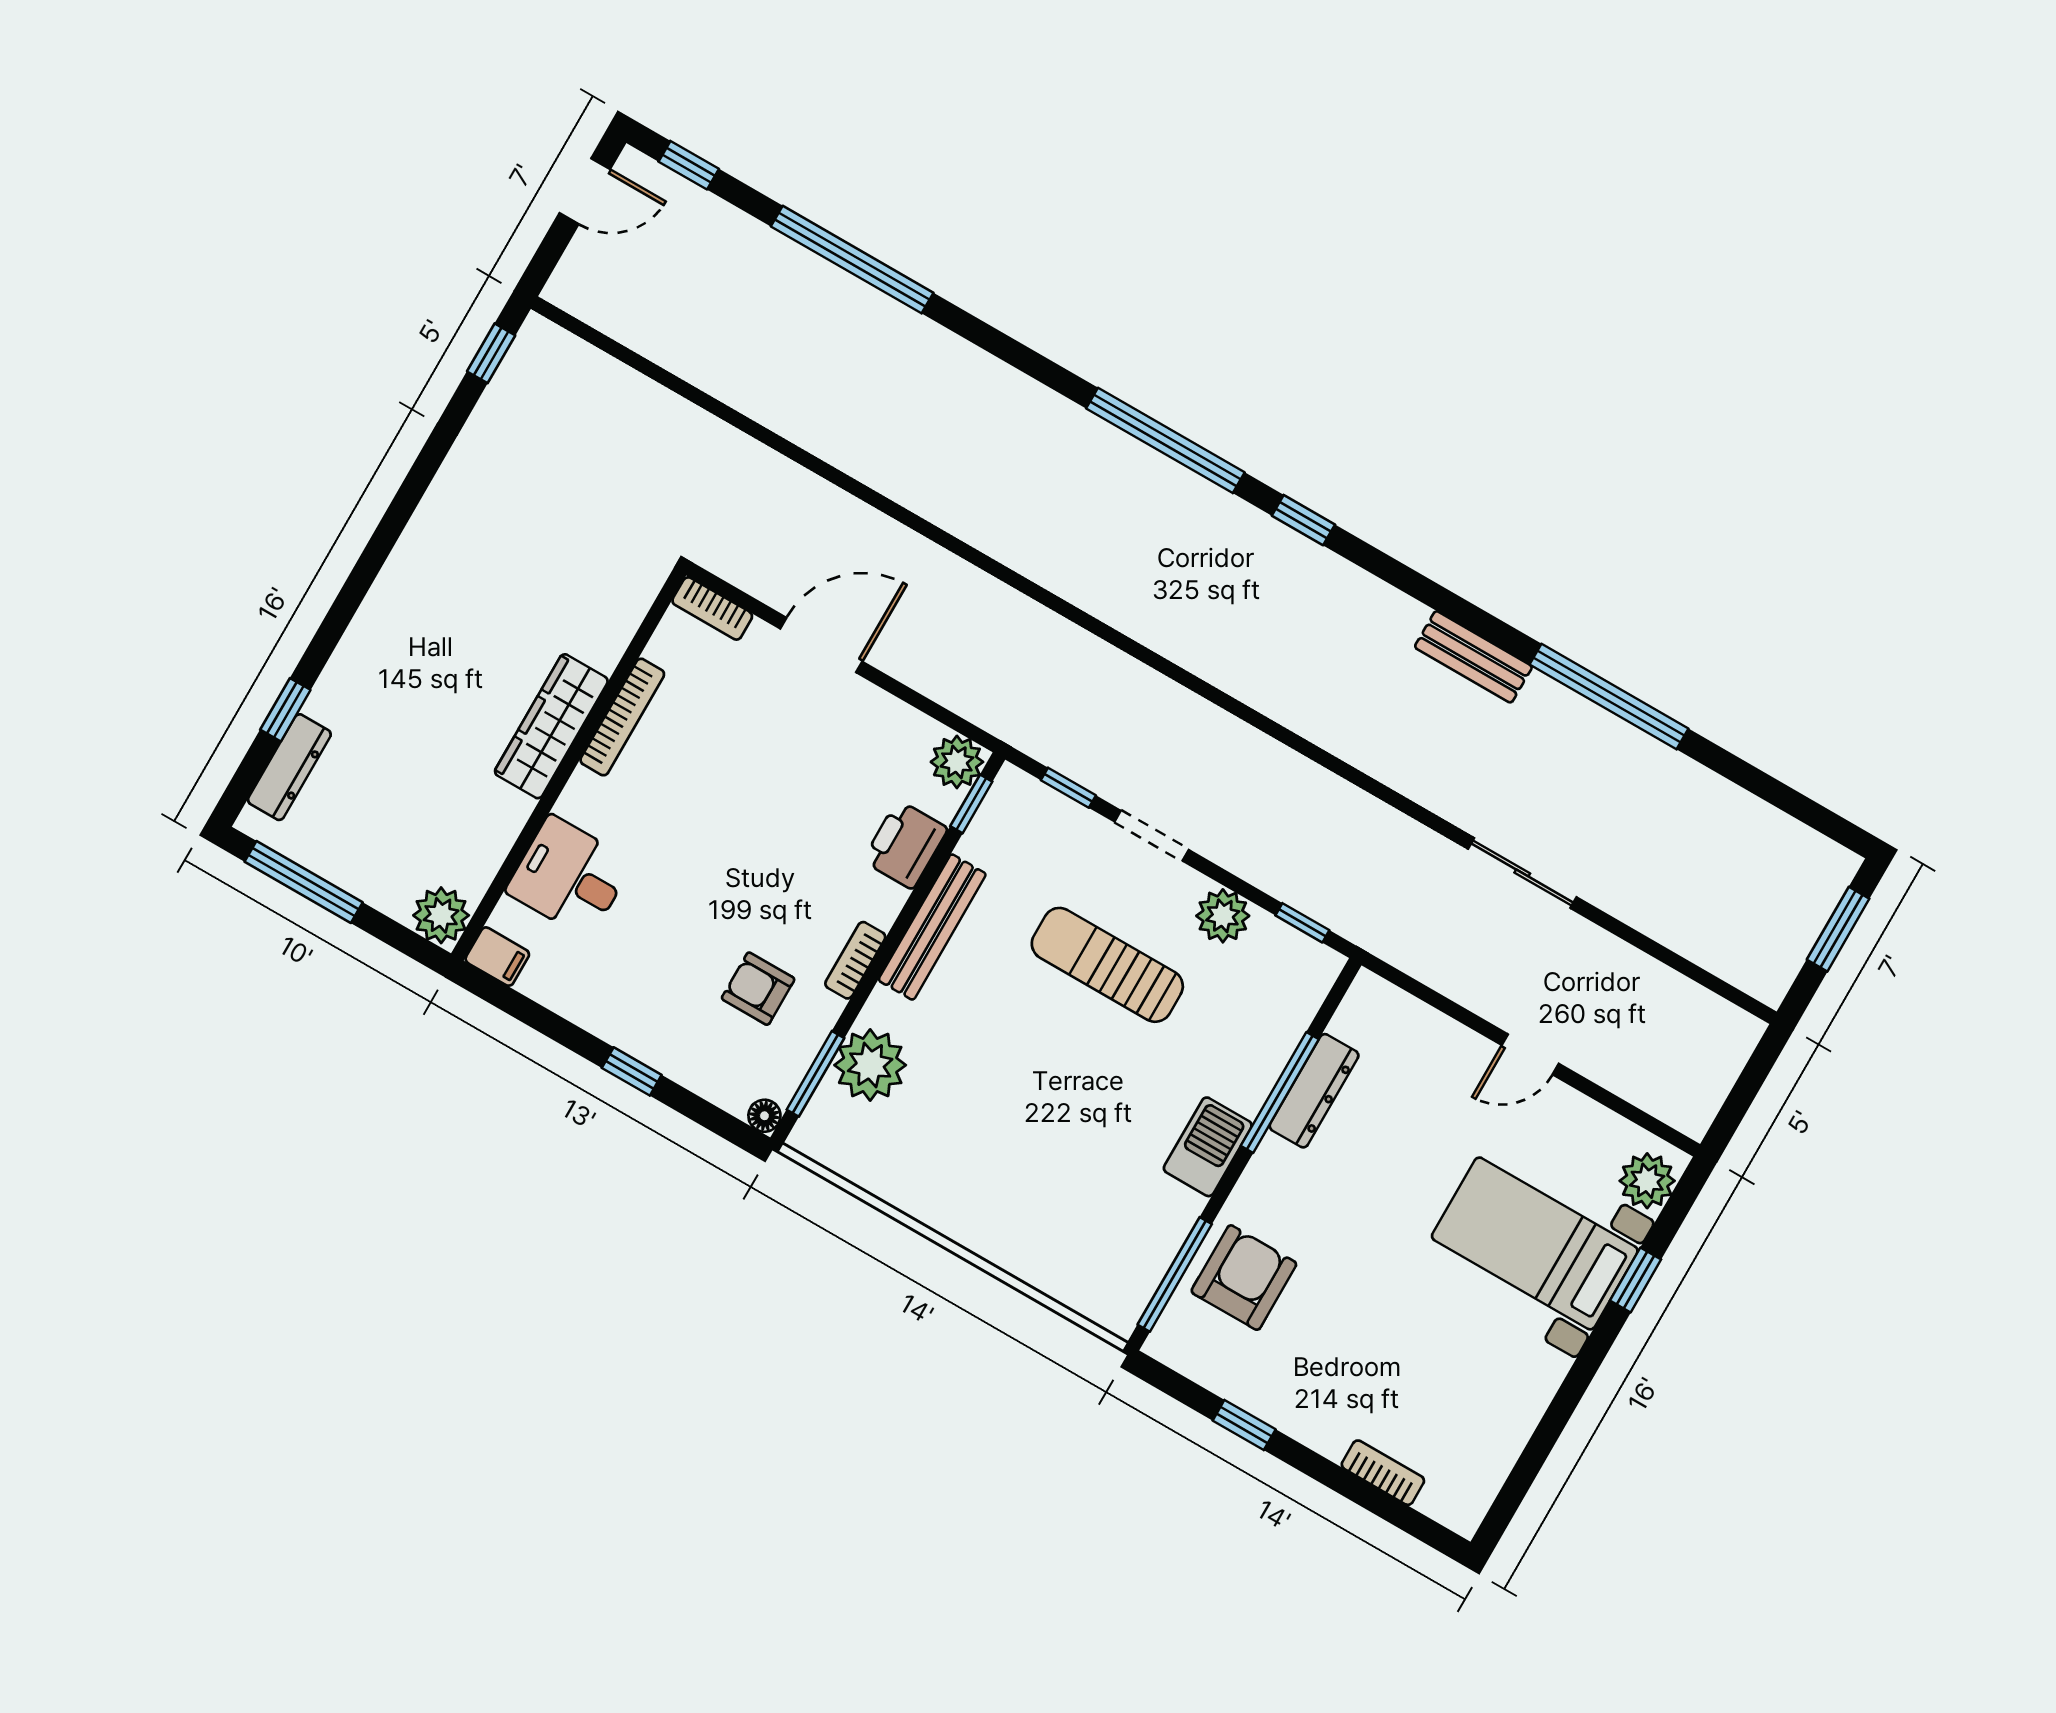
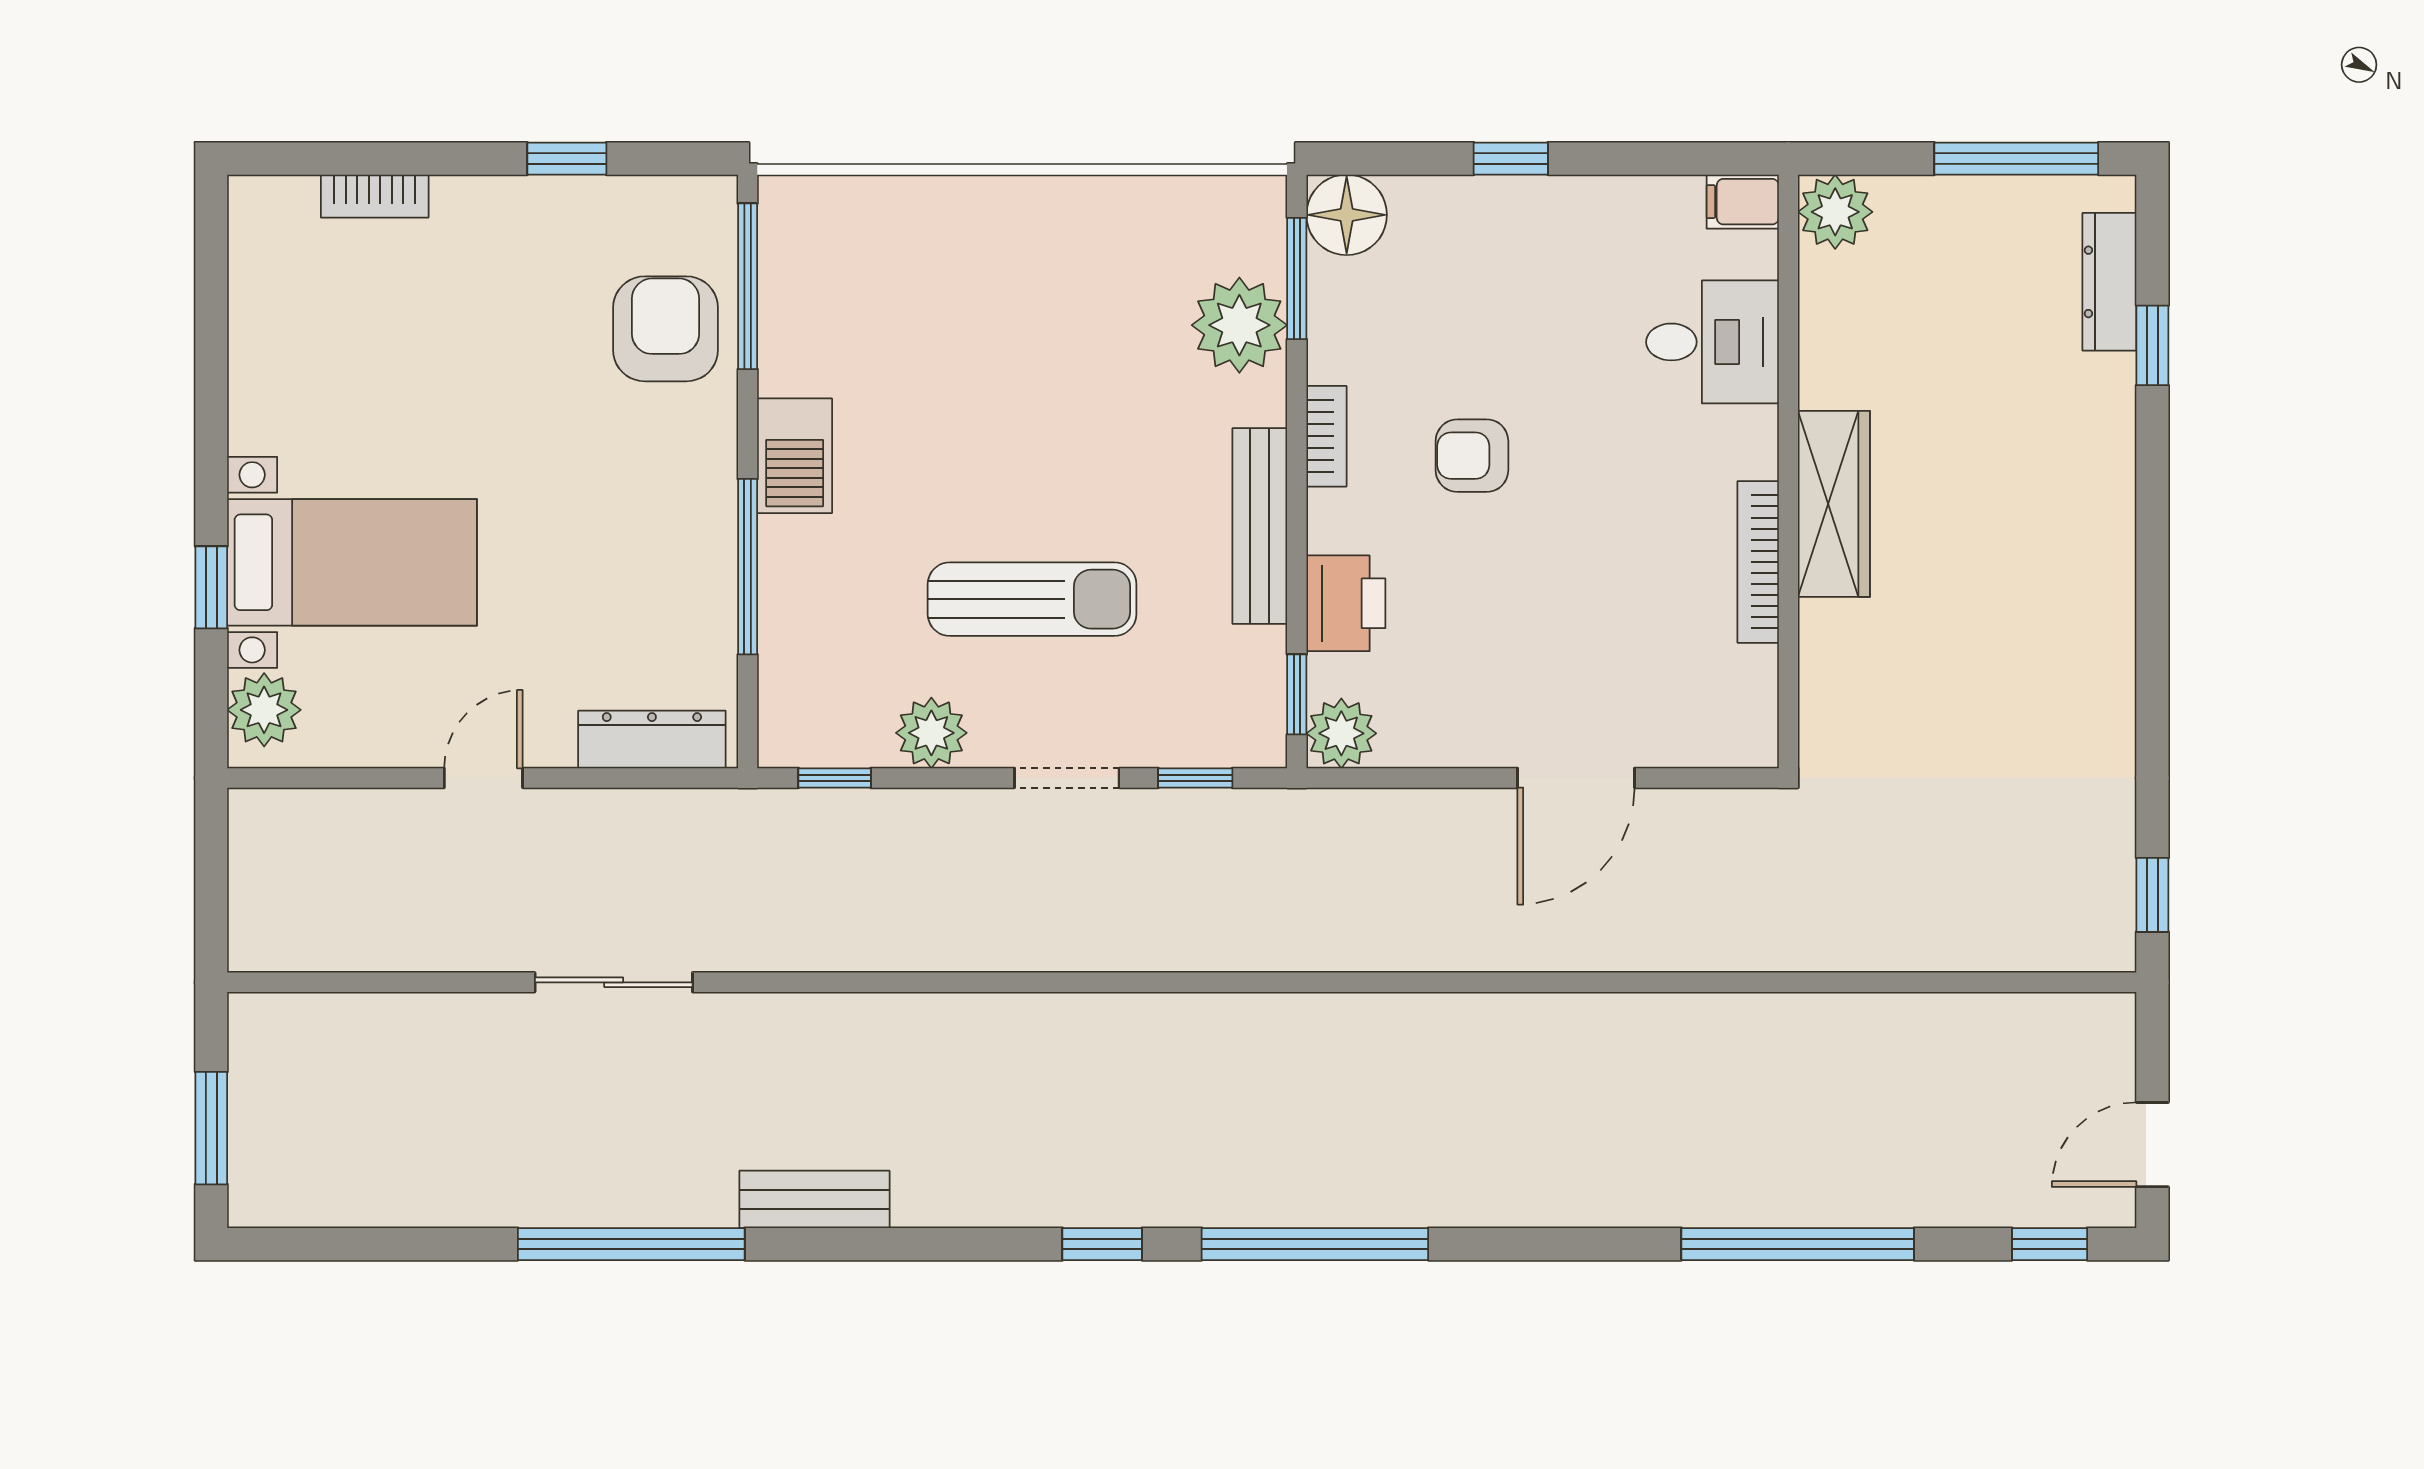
bookcase: (712, 608) -> (1727, 747), removed
armchair: (758, 989) -> (1472, 456), moved, turned 180
dresser: (1314, 1091) -> (652, 740), moved, turned 90
floor lamp: (764, 1116) -> (1347, 215), width x1.89, depth x1.89
armchair: (1244, 1278) -> (666, 329), turned 180

